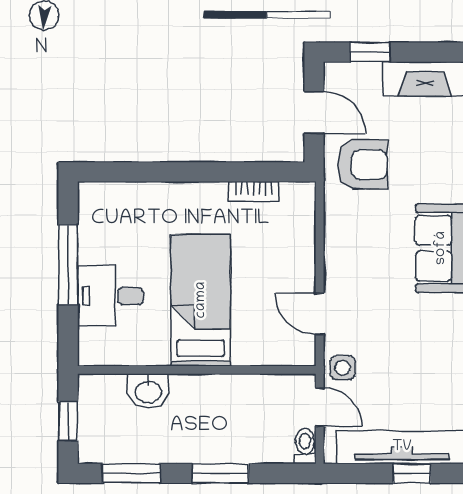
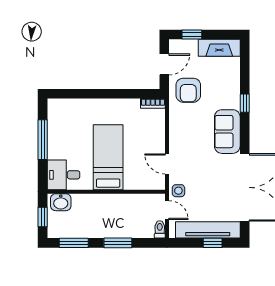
door: (314, 112) -> (164, 64), hinge flipped
armchair: (362, 165) -> (188, 90), turned 90
bookcase: (254, 191) -> (153, 103), moved
desk: (110, 296) -> (64, 175), moved
washbasin: (148, 391) -> (61, 202), moved

